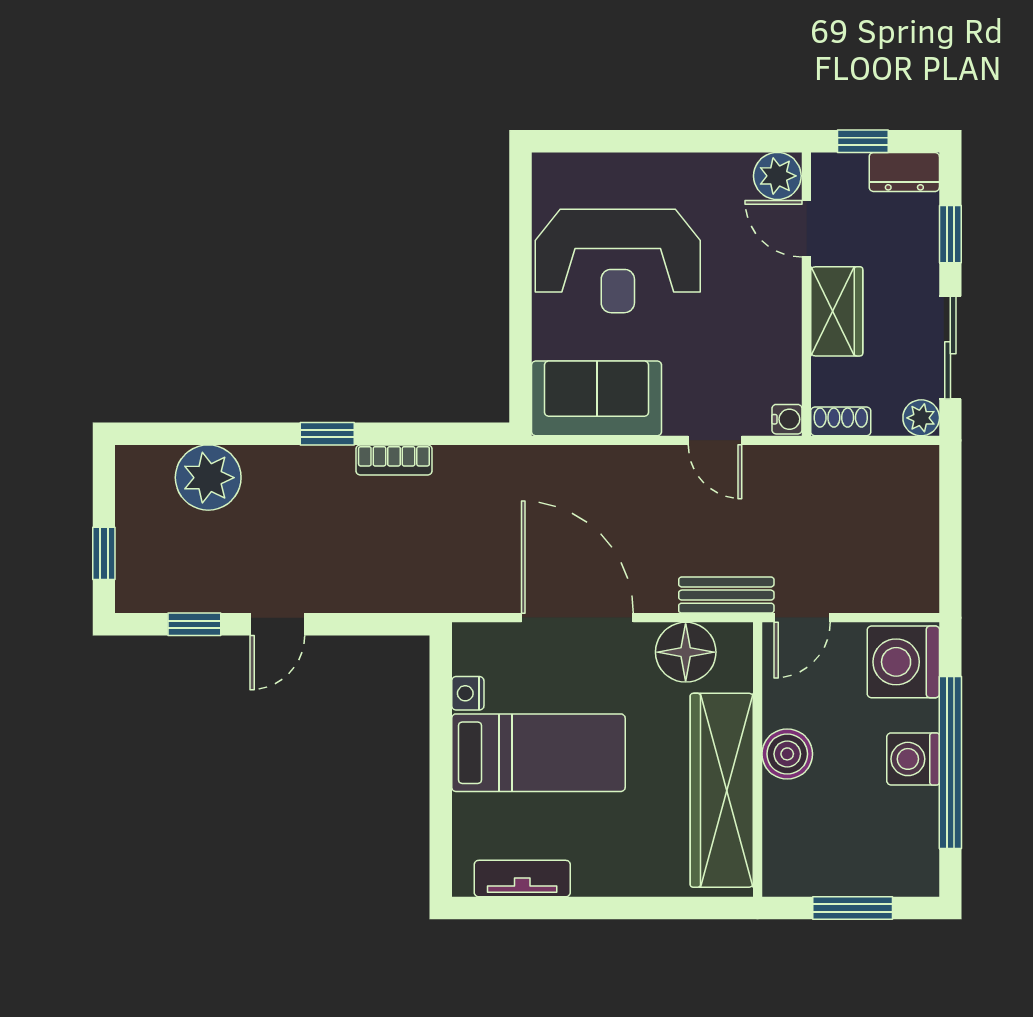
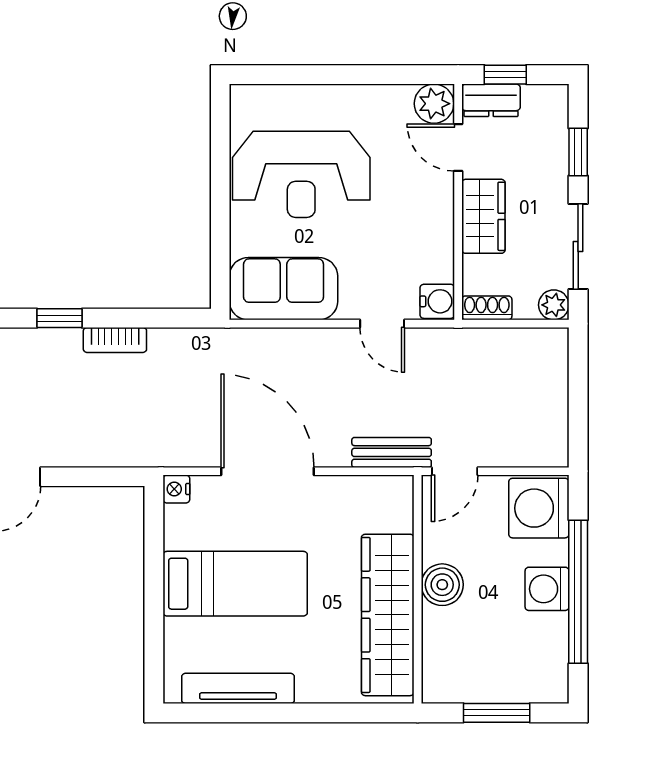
dresser: (904, 172) -> (491, 100), moved
water cooler: (787, 419) -> (437, 301), width x1.38, depth x1.38
floor lamp: (686, 652) -> (358, 500), removed
nightstand: (468, 693) -> (176, 489), moved
tv unit: (522, 879) -> (238, 688), width x1.41

